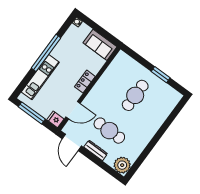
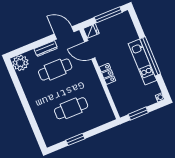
window: (103, 33) -> (138, 113), added
sofa: (100, 45) -> (130, 105), removed
kitchen unit: (40, 77) -> (142, 62), moved
cafe table: (135, 95) -> (71, 108), turned 90
door: (73, 110) -> (90, 50), hinge flipped

